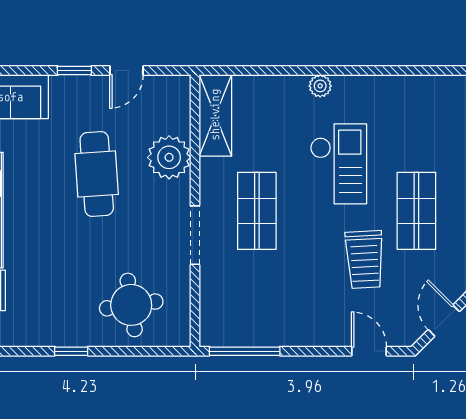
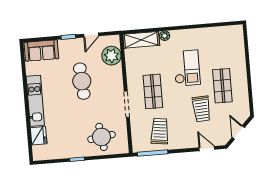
plant: (320, 86) -> (165, 36), moved
shelving: (215, 115) -> (141, 40), moved, turned 90
plant: (169, 157) -> (111, 56), moved
trolley: (265, 303) -> (160, 131), added

